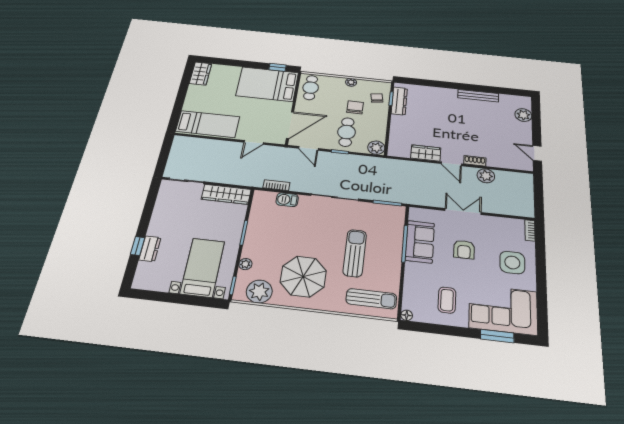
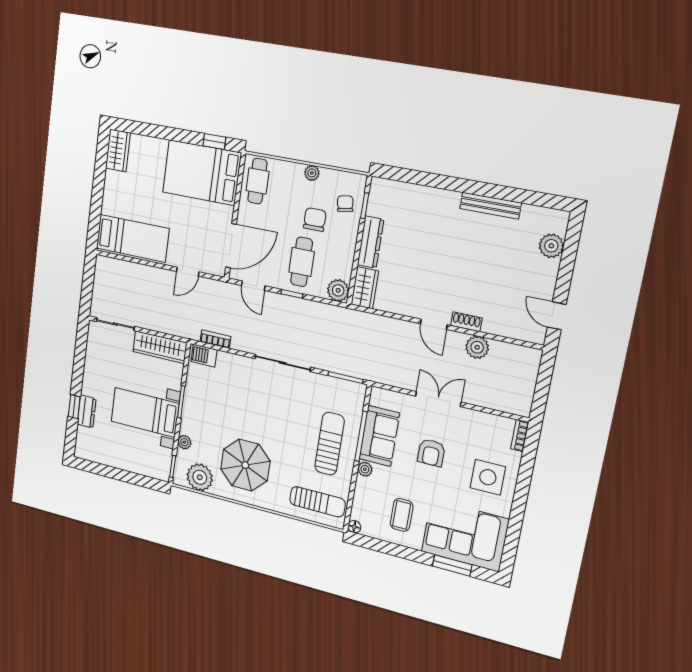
dresser: (399, 101) -> (371, 242), moved
wardrobe: (426, 153) -> (365, 288), moved, turned 90
barbecue: (287, 200) -> (204, 356), moved
sun lounger: (355, 253) -> (330, 444), moved
bed with nightstands: (203, 267) -> (145, 412), moved, turned -90
plant: (411, 268) -> (365, 469), added

